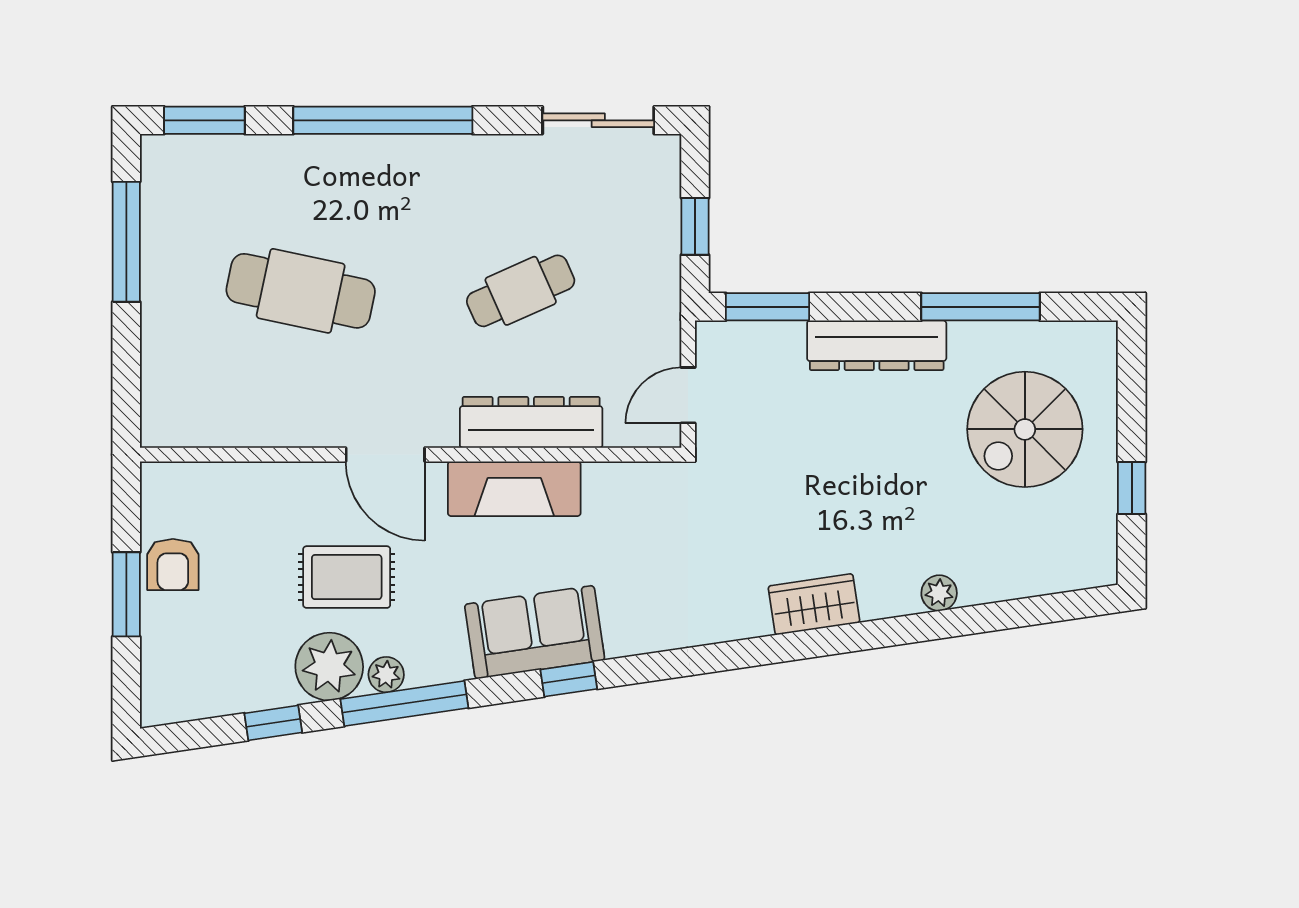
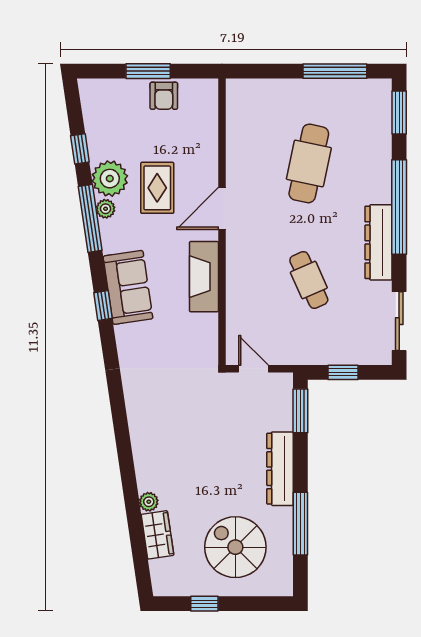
dresser: (531, 422) -> (379, 242), moved, turned 180
armchair: (173, 565) -> (164, 96), turned -90
wardrobe: (814, 604) -> (157, 535), moved

